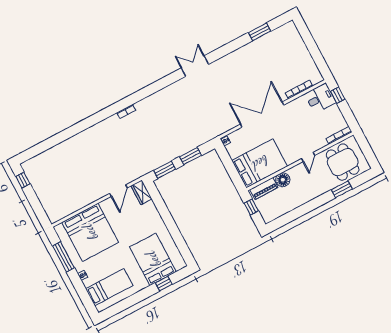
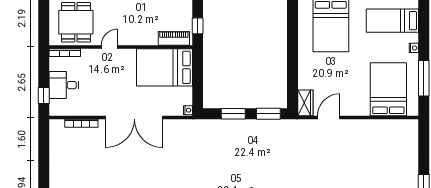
desk: (320, 98) -> (64, 85), moved
floor lamp: (283, 180) -> (149, 37), removed
bed: (90, 232) -> (388, 89), width x0.73

